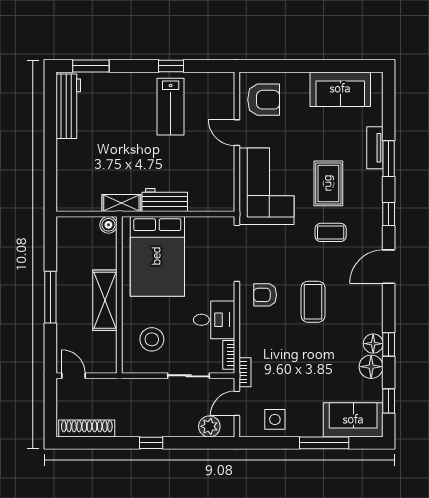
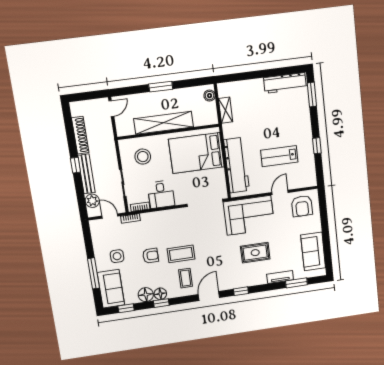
lab bench: (171, 107) -> (279, 156), moved
window: (389, 159) -> (296, 283), moved
workbench: (165, 200) -> (237, 165), width x1.88, depth x1.32
shelving: (121, 203) -> (226, 110), moved
boiler: (108, 225) -> (210, 96), moved
coffee table: (331, 232) -> (186, 278), moved
door: (389, 267) -> (209, 296), hinge flipped
armchair: (265, 295) -> (150, 256), moved, turned 90
window: (50, 297) -> (161, 87), width x0.69
shelving: (105, 300) -> (164, 123), width x1.47
side table: (275, 419) -> (117, 256), moved
shoe rack: (87, 428) -> (80, 135), moved
bench: (167, 429) -> (86, 174), added

